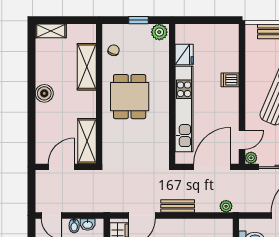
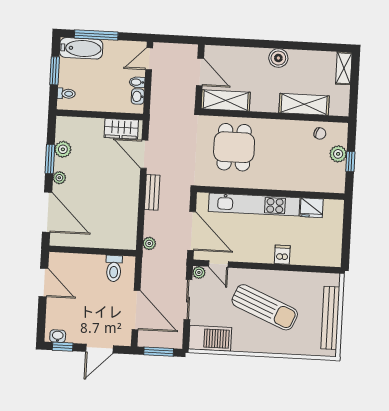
plant: (159, 32) -> (338, 154), moved
dining table: (130, 97) -> (234, 147), moved, turned 90

